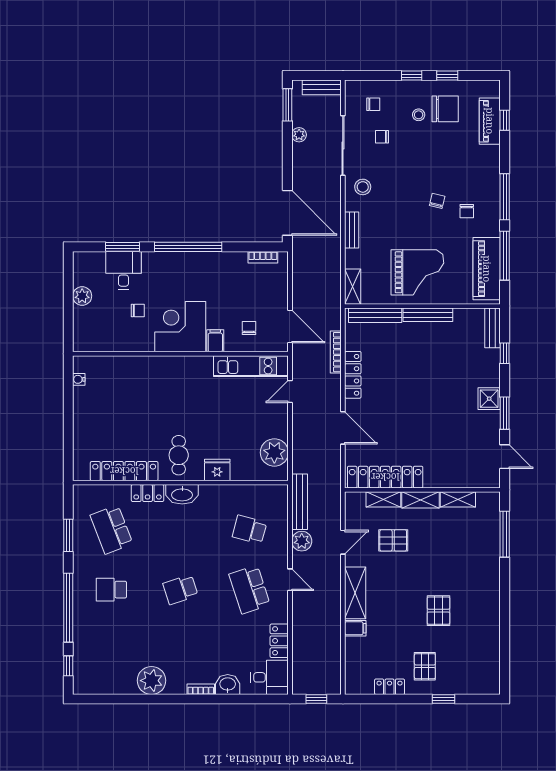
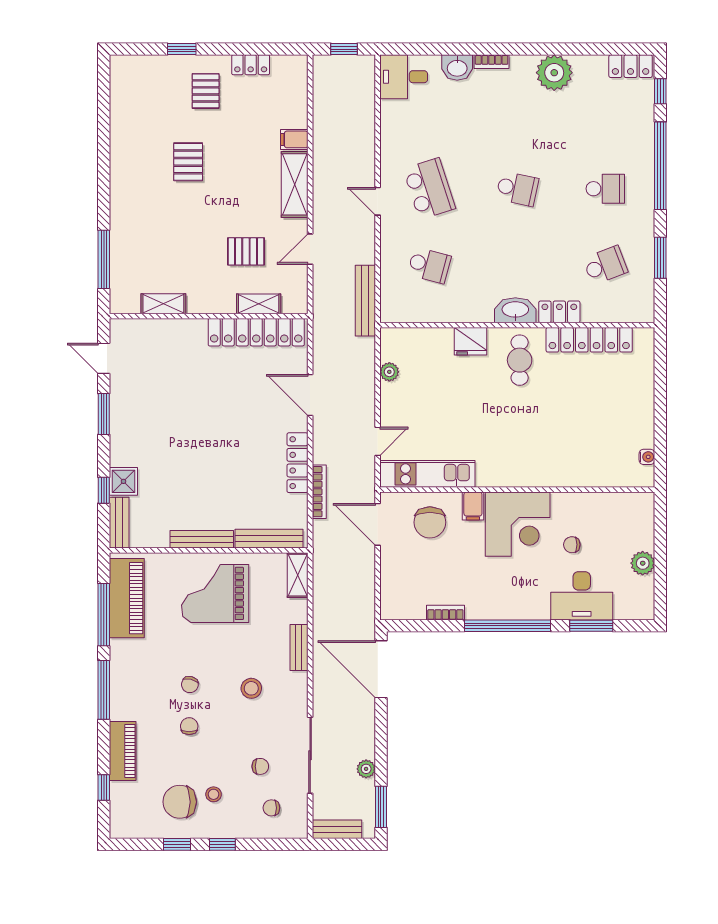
piano: (490, 121) -> (123, 751), moved
stool: (363, 187) -> (251, 688), moved
chair: (467, 211) -> (189, 726), moved
bookcase: (263, 257) -> (445, 613), moved
desk: (123, 270) -> (582, 596), width x1.37
chair: (249, 328) -> (430, 522), width x1.87, depth x1.87
shower: (489, 399) -> (123, 481), moved
plant: (274, 452) -> (389, 372), width x0.53, depth x0.53
shelving: (420, 500) -> (211, 303), removed
school desk: (111, 530) -> (605, 265), width x0.54
plant: (302, 541) -> (363, 250), removed
school desk: (180, 590) -> (517, 189), turned 30
locker: (279, 641) -> (631, 66), moved, turned 90

